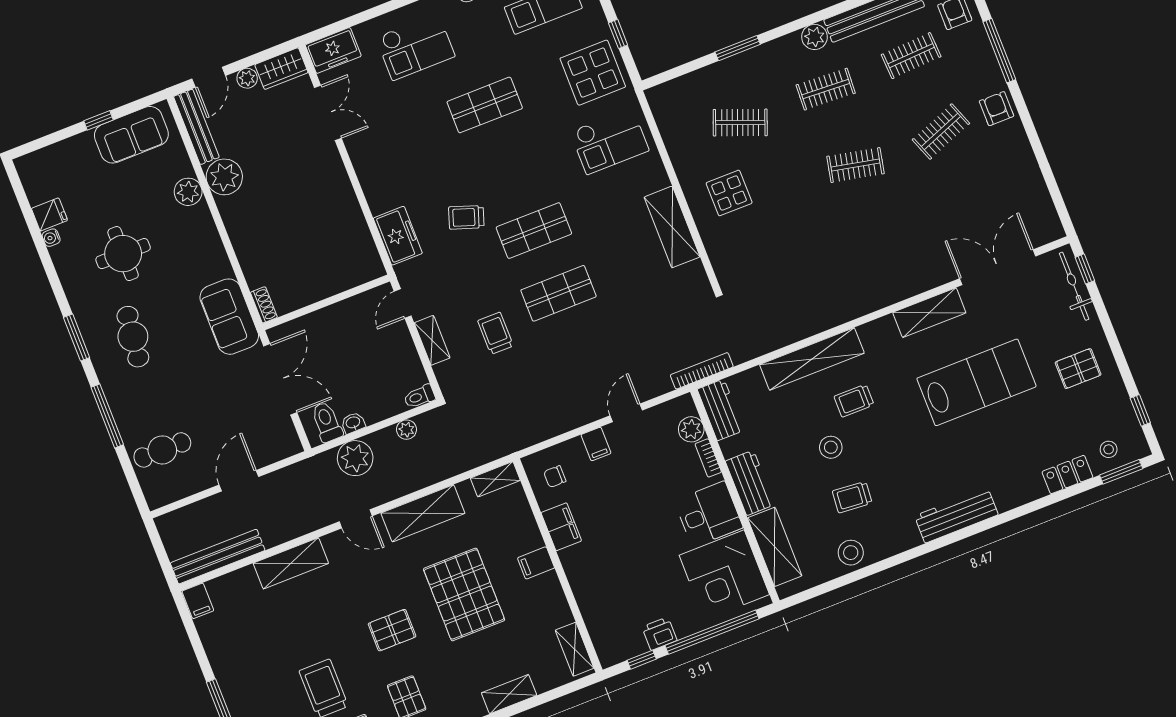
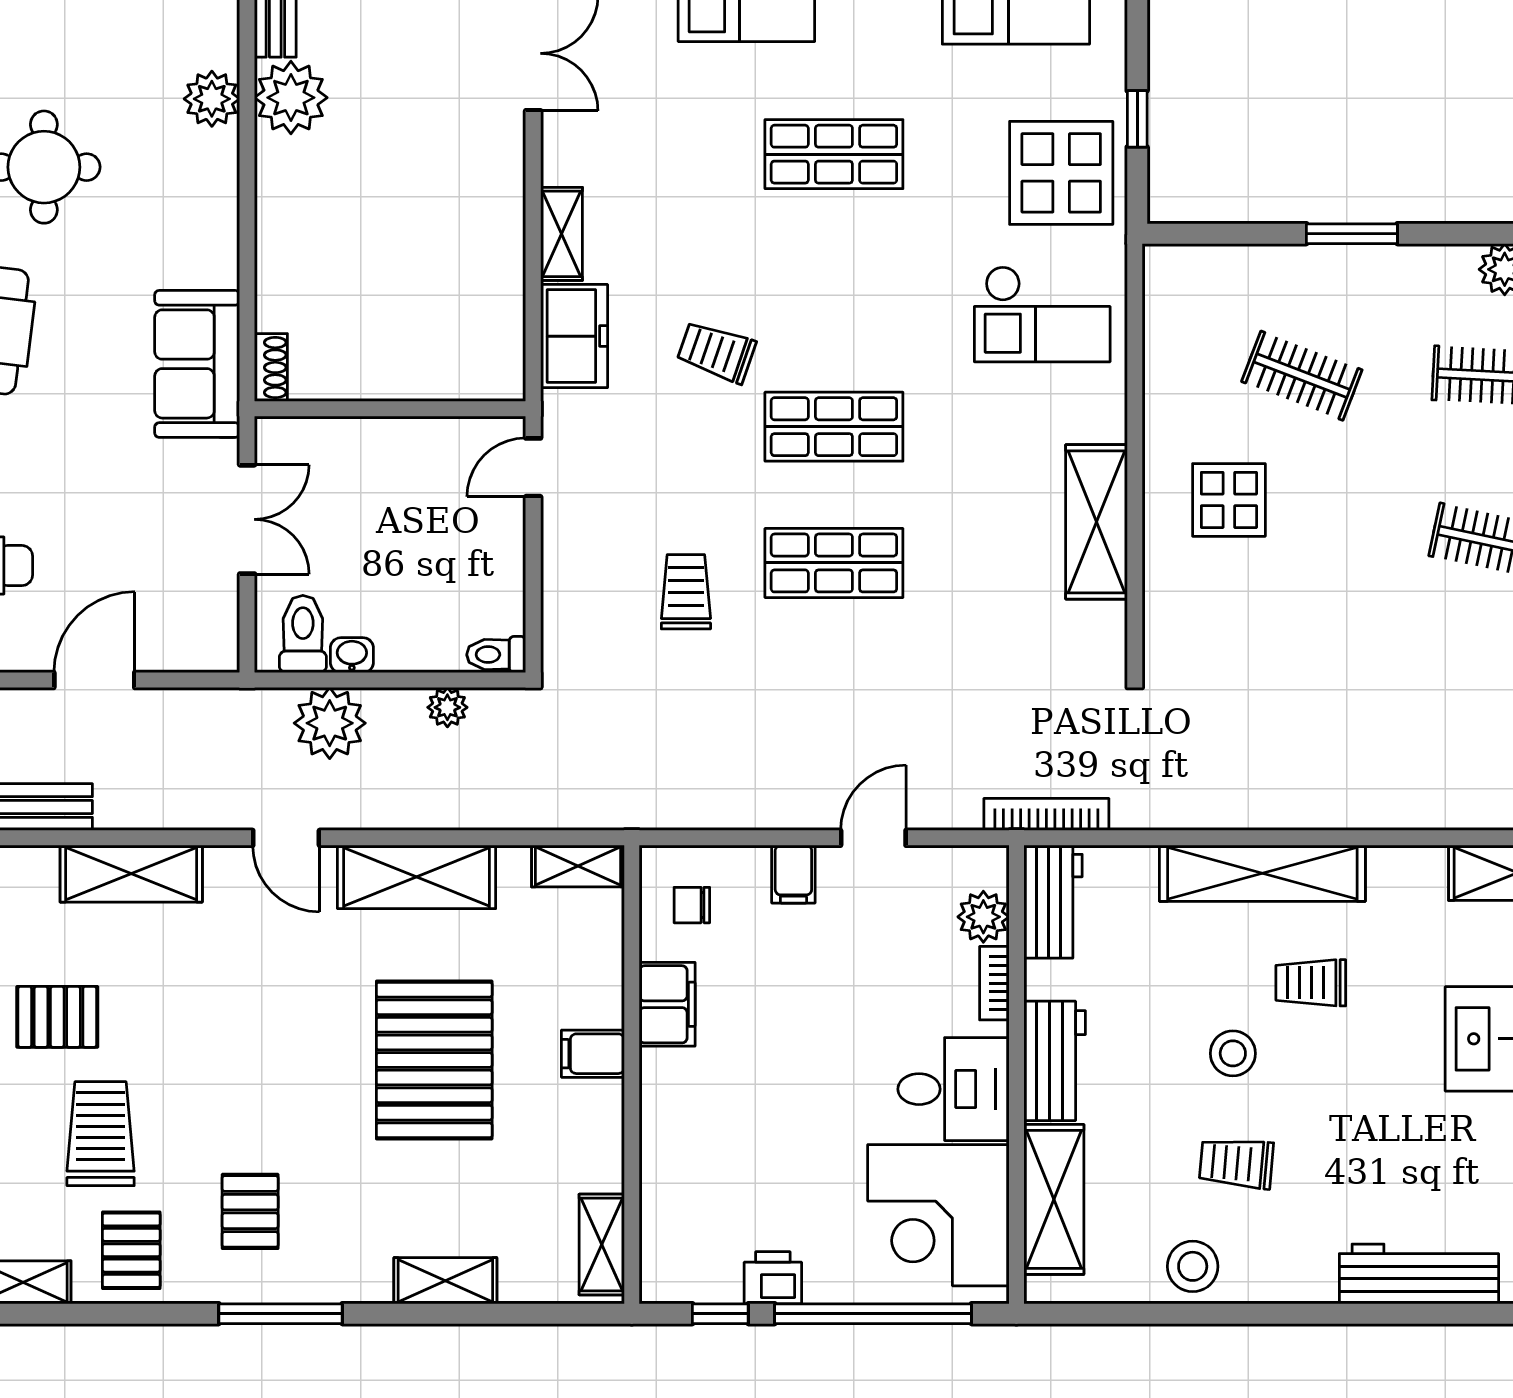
shelving: (432, 340) -> (561, 234), moved
double door: (280, 379) -> (247, 519), width x0.73
pallet: (392, 630) -> (57, 1017), moved

